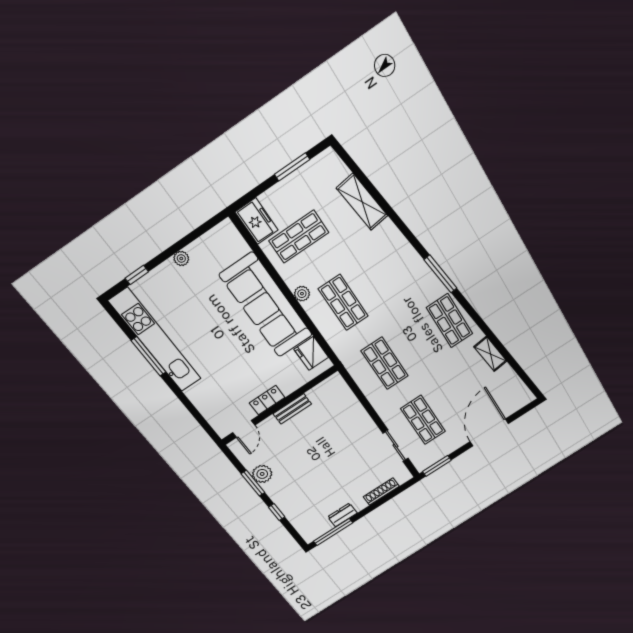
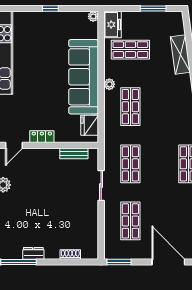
plant: (181, 258) -> (93, 16), moved
window: (137, 275) -> (50, 9), moved
bench: (292, 409) -> (74, 154), moved
door: (489, 433) -> (168, 262), hinge flipped
sliding door: (396, 446) -> (101, 185), moved
shoe rack: (381, 492) -> (70, 254), width x0.70

